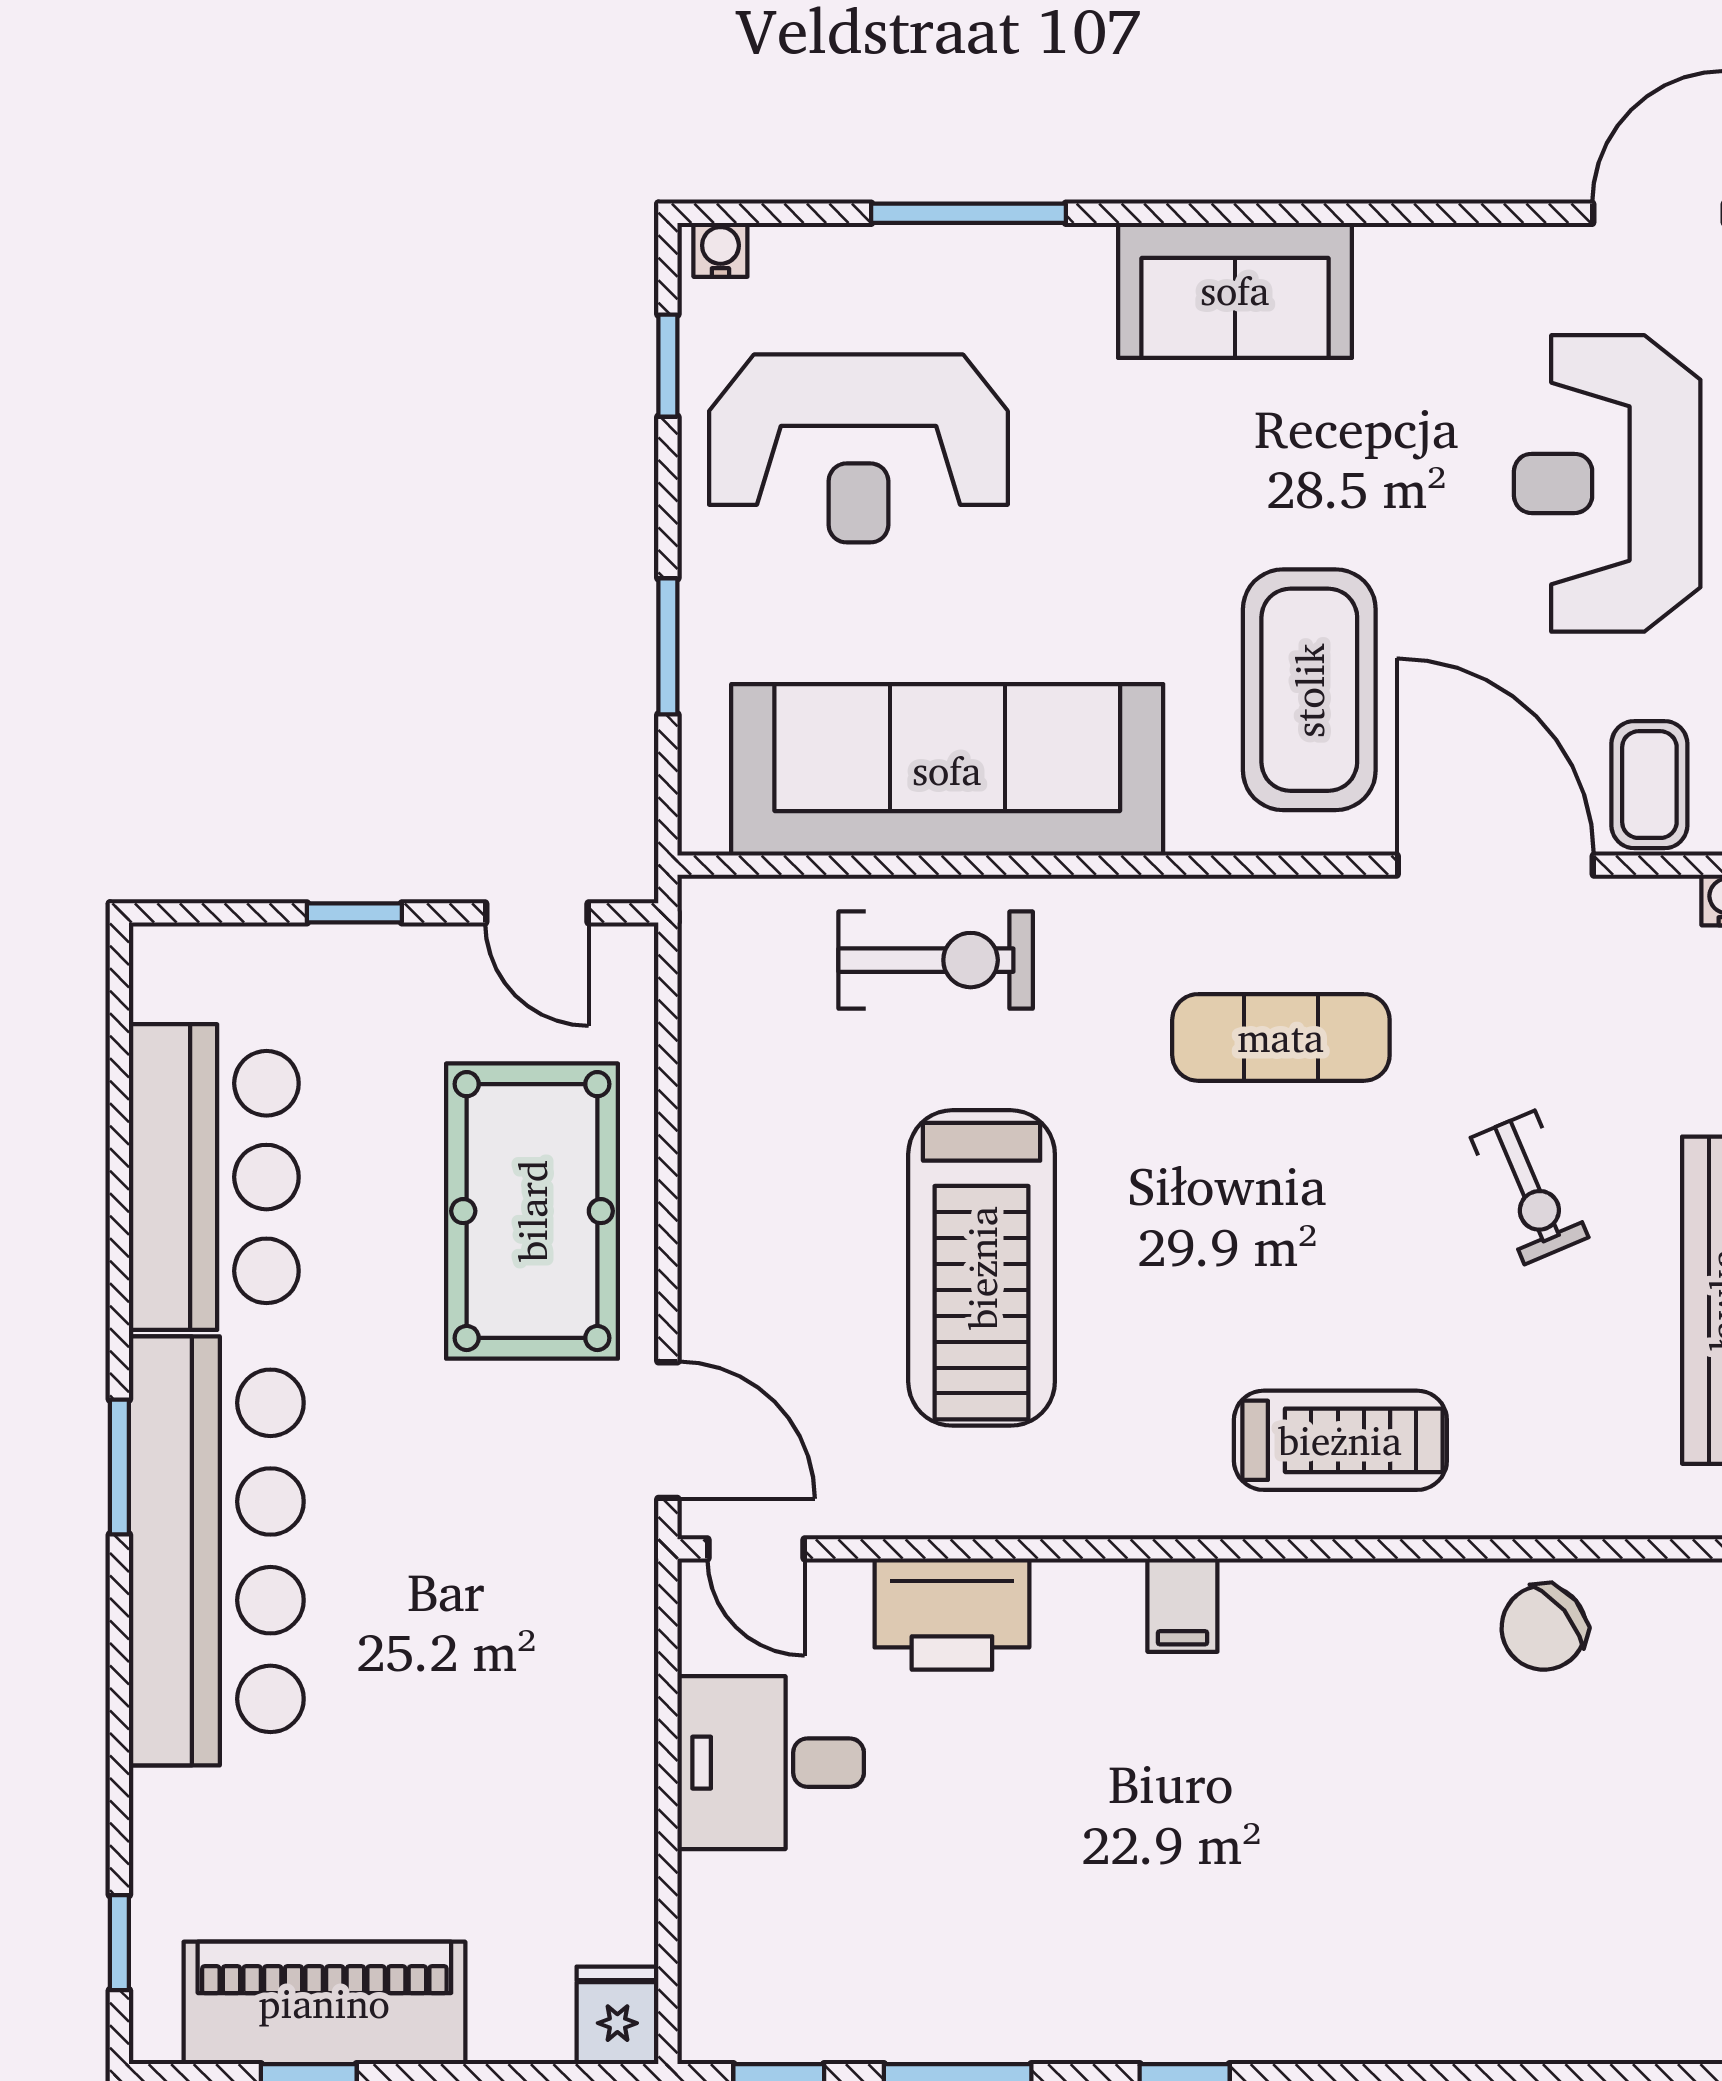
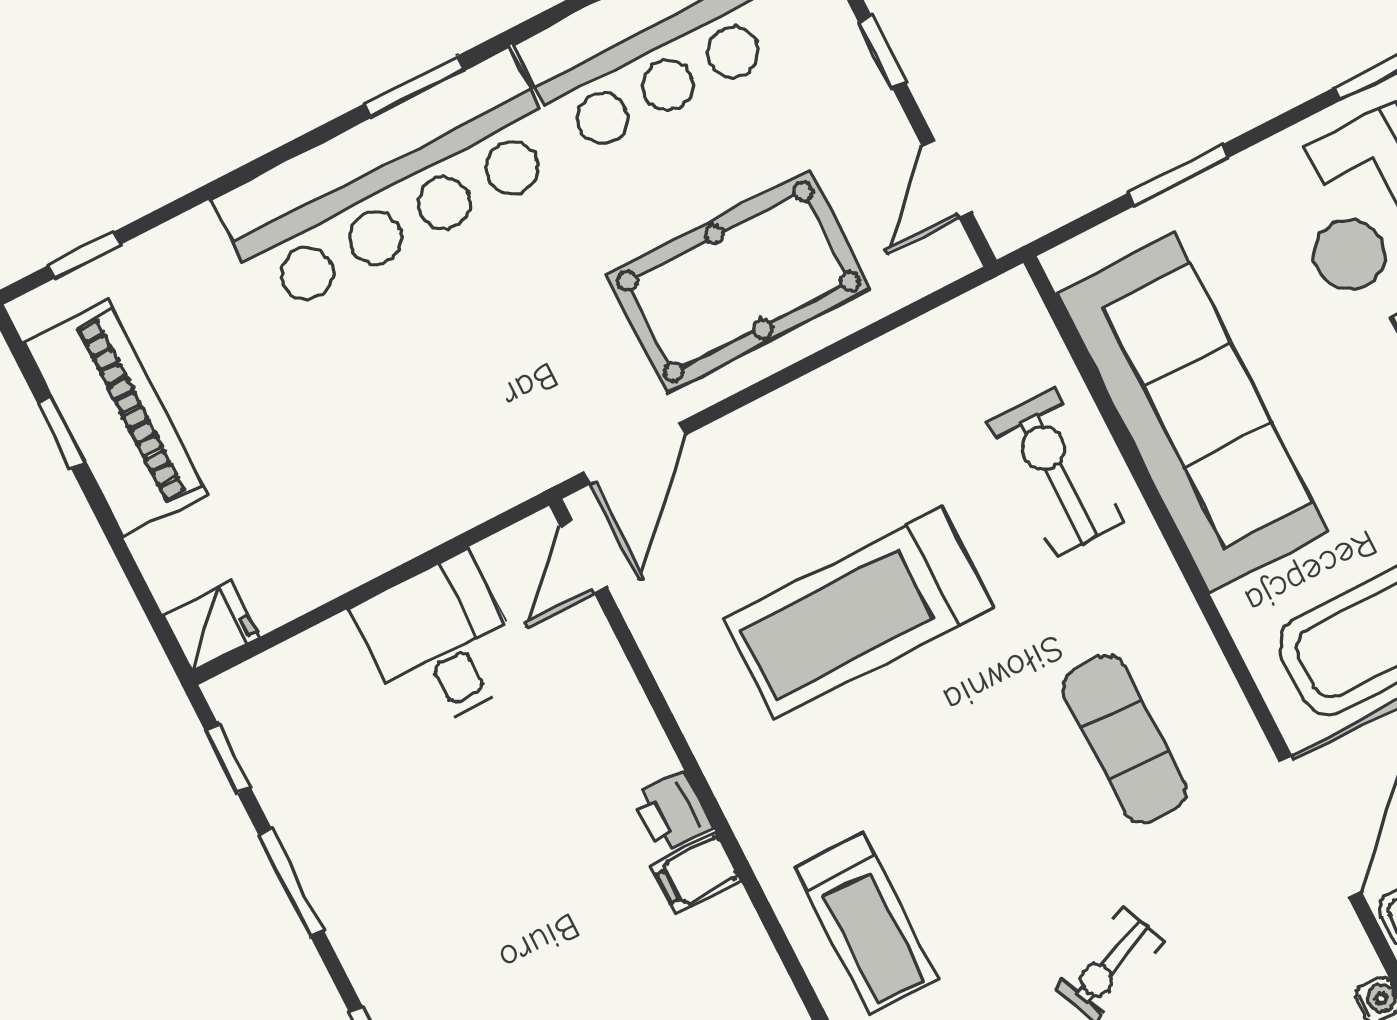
exercise bike: (936, 960) -> (1056, 472), turned 180
printer: (952, 1614) -> (673, 812), moved, width x0.53, depth x0.68

